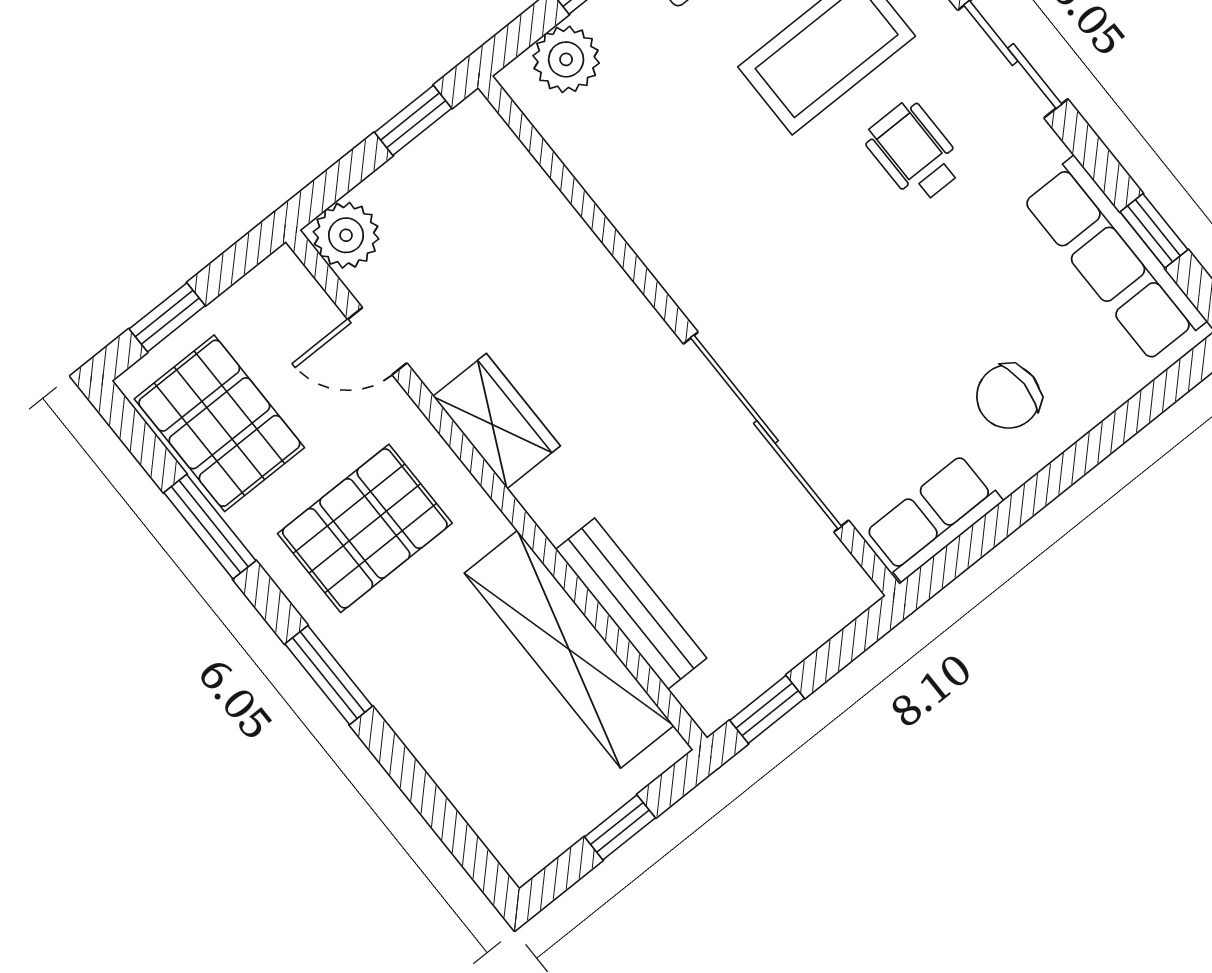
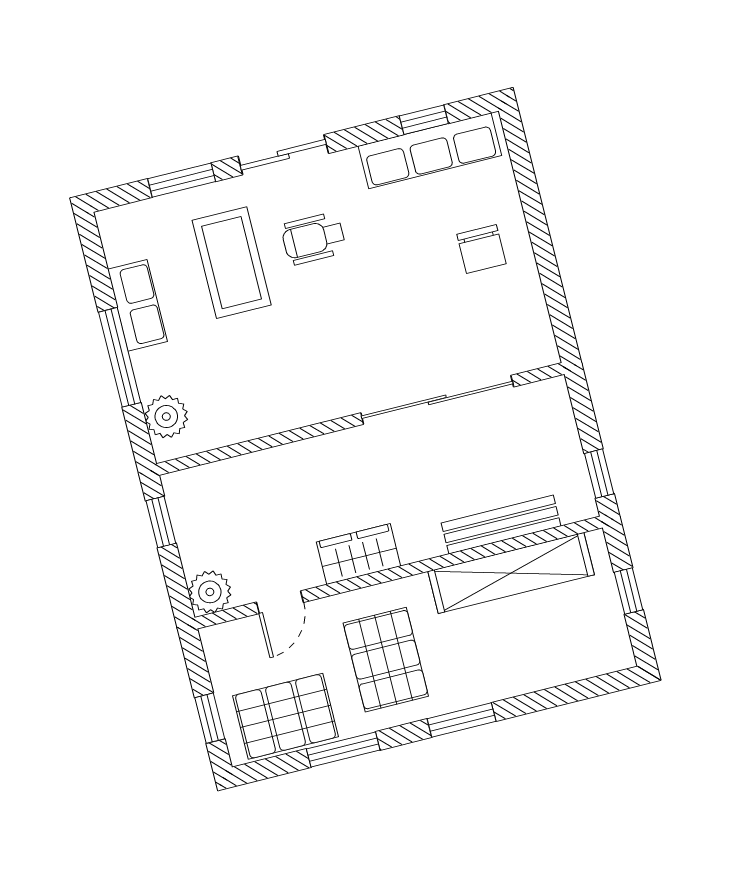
row of seats: (933, 517) -> (532, 325), removed

